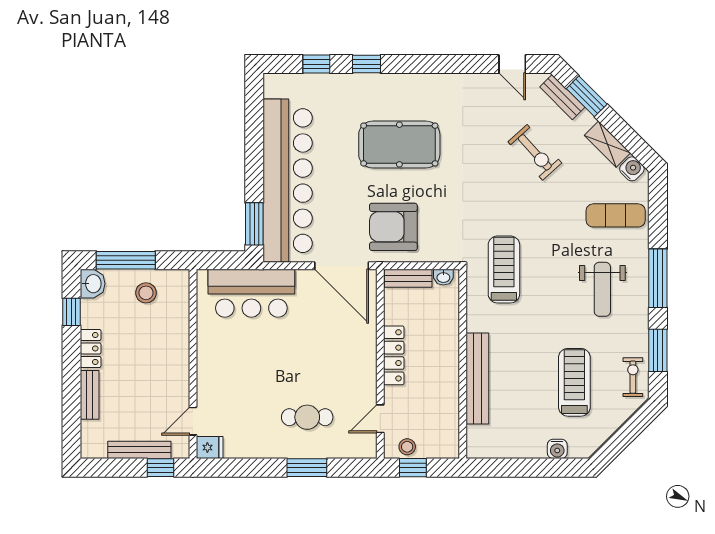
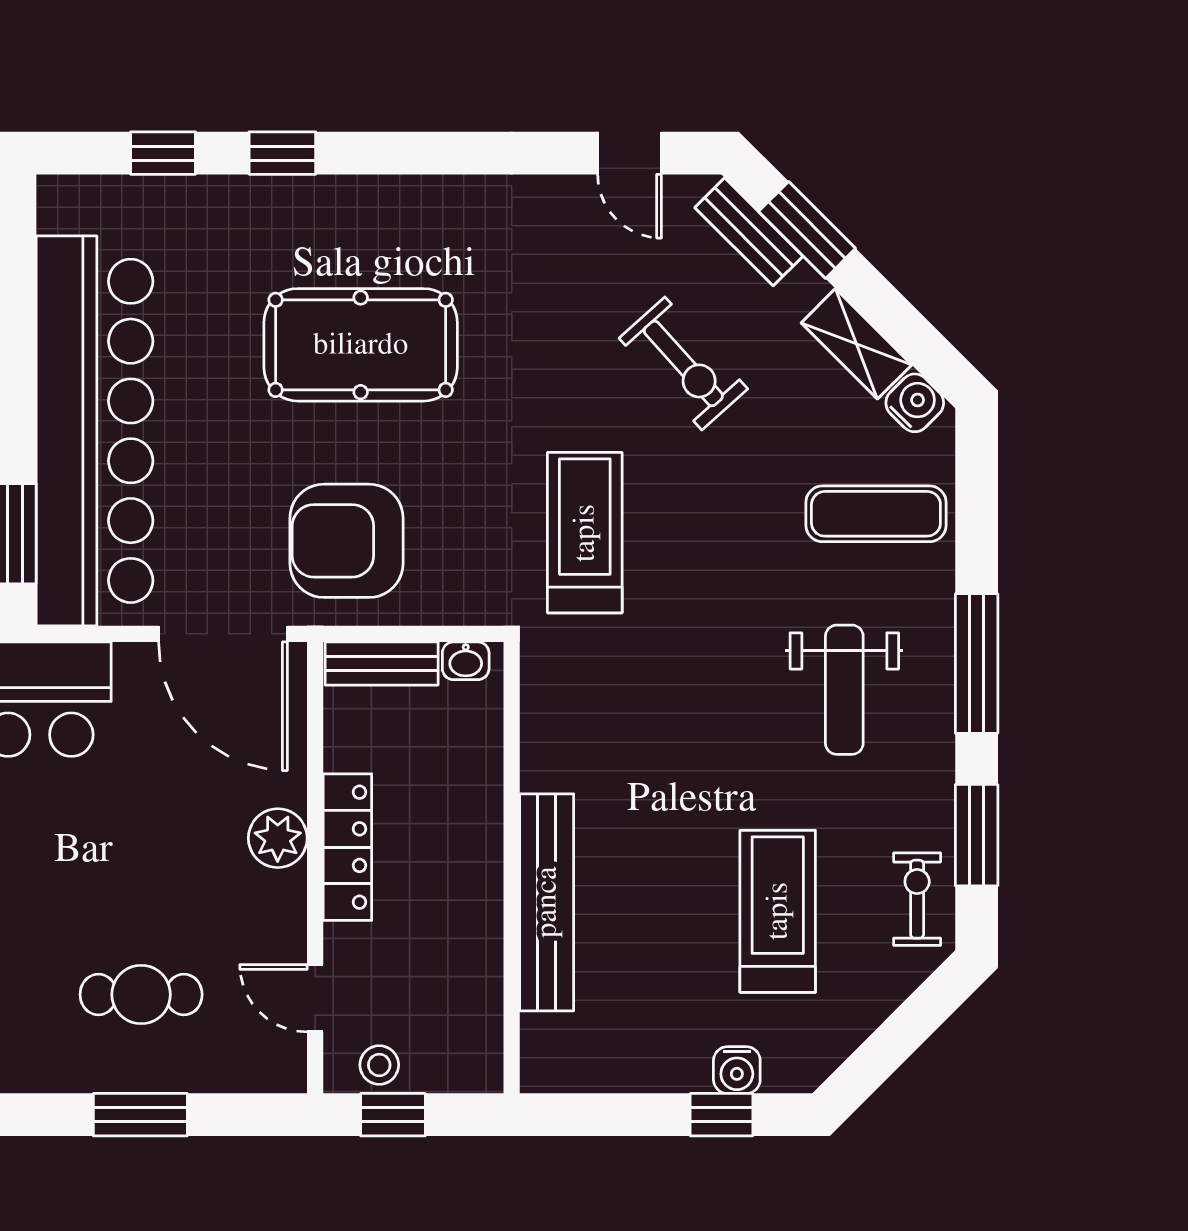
treadmill: (504, 269) -> (585, 533), moved
plant: (365, 352) -> (278, 838), added
door: (380, 419) -> (315, 998), hinge flipped
window: (551, 468) -> (721, 1115), added

